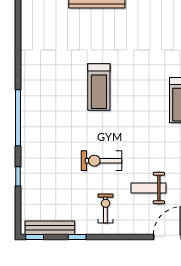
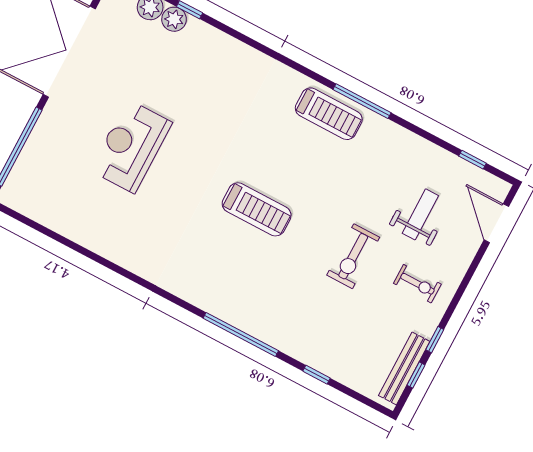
weight bench: (148, 188) -> (420, 214), turned 180
exercise bike: (105, 208) -> (417, 284), turned 180
window: (35, 237) -> (416, 375), moved

